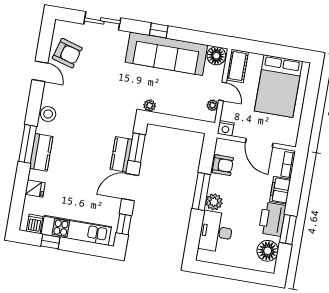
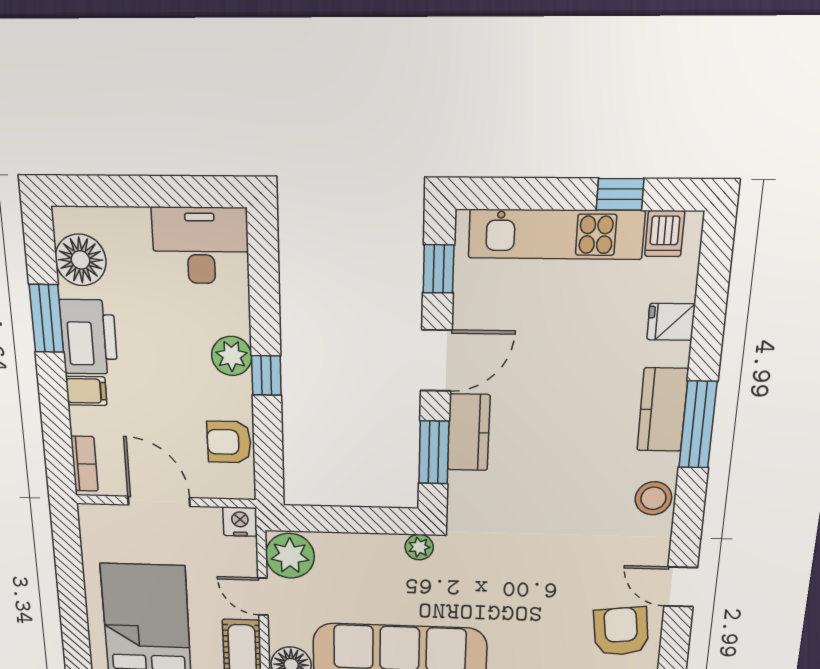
armchair: (67, 53) -> (621, 631), turned 67
plant: (213, 105) -> (290, 556), width x1.88, depth x1.88
filing cabinet: (280, 190) -> (86, 391), width x0.50
window: (201, 192) -> (266, 375), width x0.46
desk: (216, 232) -> (201, 246), moved, turned -90

